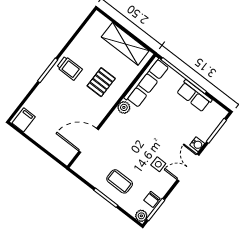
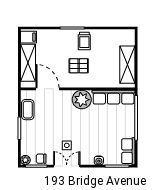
pallet: (101, 82) -> (79, 66), moved
row of seats: (194, 96) -> (128, 151), moved
plant: (124, 107) -> (82, 100), width x1.87, depth x1.87
shelving: (48, 140) -> (28, 63), added
double door: (188, 168) -> (67, 166), moved
coffee table: (120, 181) -> (28, 110), moved

